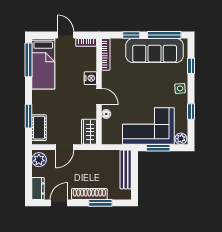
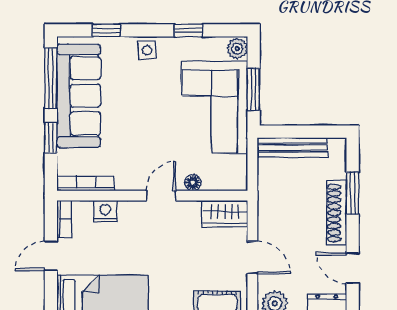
nightstand: (90, 78) -> (105, 211), moved

